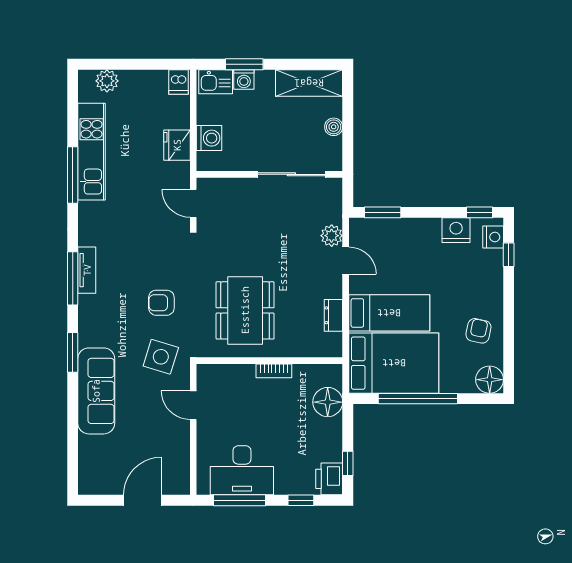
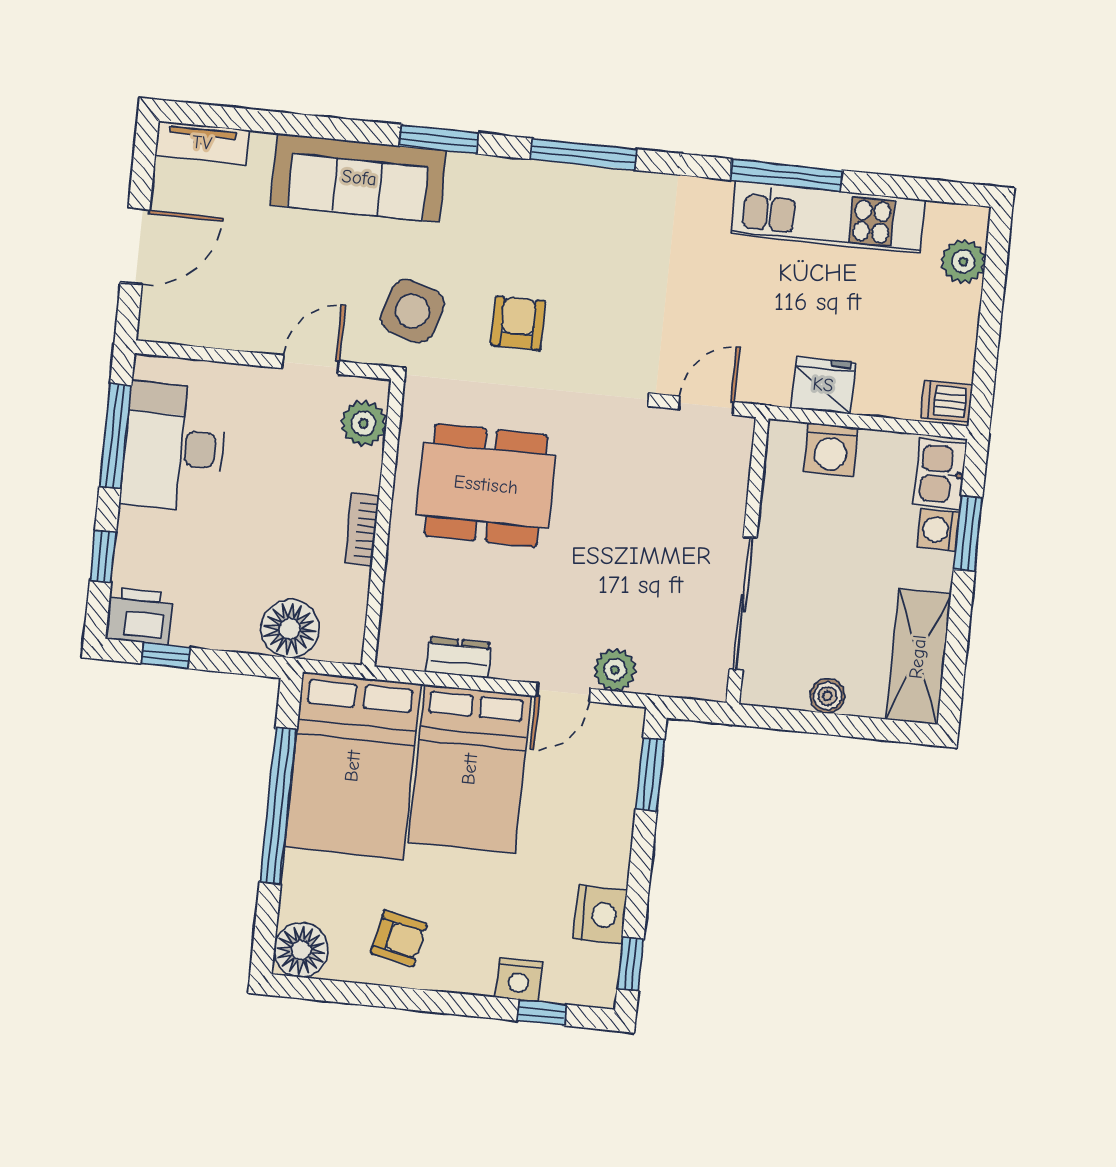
nightstand: (493, 237) -> (519, 980), moved
tv unit: (87, 270) -> (202, 143), moved
bed: (389, 313) -> (470, 769), width x1.50
plant: (220, 376) -> (364, 423), added
door: (143, 500) -> (135, 246), hinge flipped

